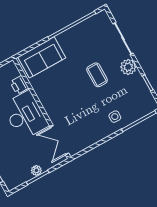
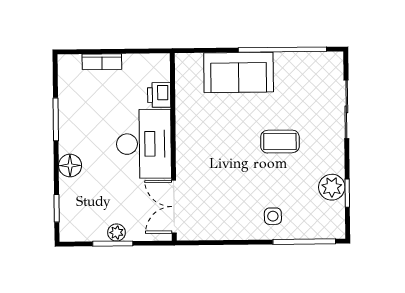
sofa: (42, 57) -> (239, 72), moved
plant: (128, 67) -> (332, 187), moved
coffee table: (97, 75) -> (280, 142), turned 90

